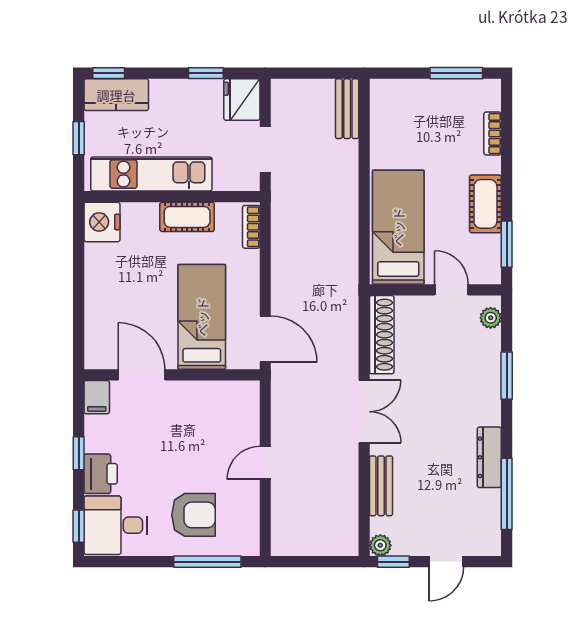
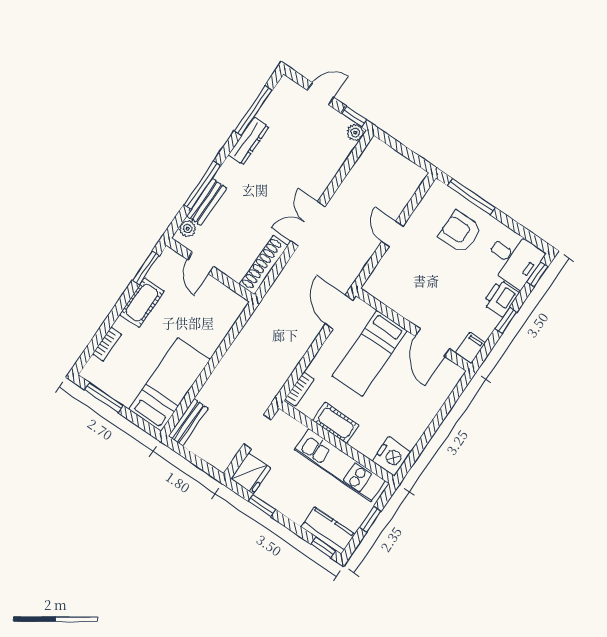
bed: (398, 227) -> (170, 384), moved, turned 180
window: (507, 376) -> (202, 185), width x1.44
door: (265, 463) -> (392, 234), swing flipped
bench: (381, 486) -> (207, 202), moved

